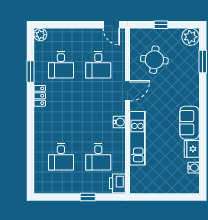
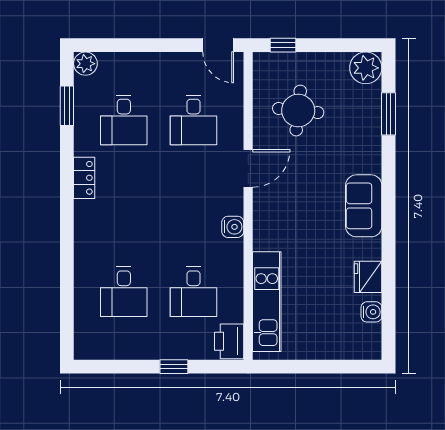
window: (161, 25) -> (283, 45), moved
window: (30, 71) -> (67, 106), moved
sofa: (189, 123) -> (364, 206), moved
kitchen unit: (137, 138) -> (267, 302), moved

